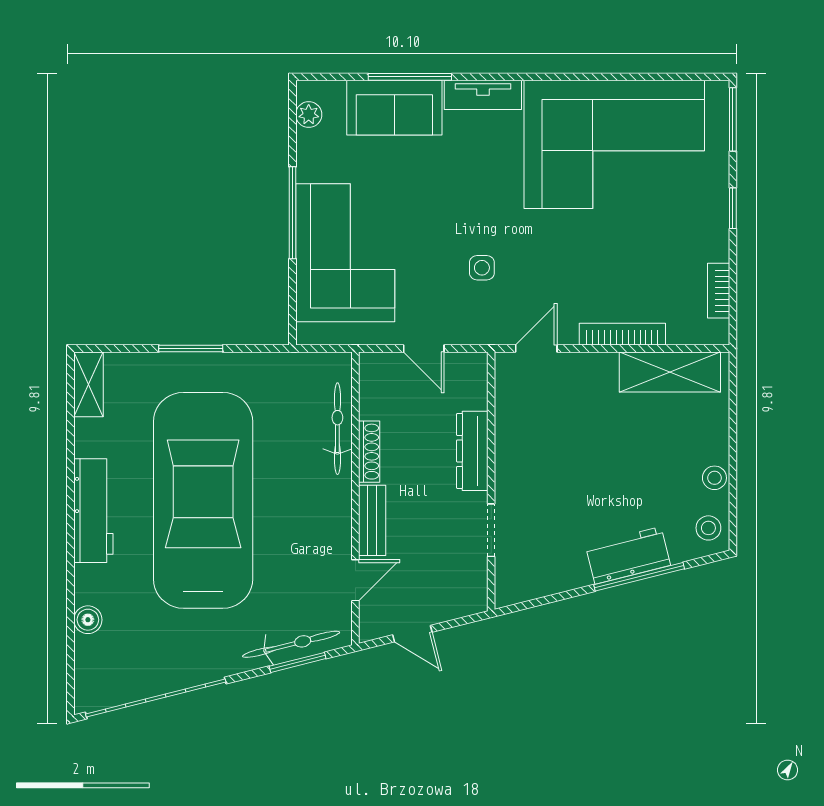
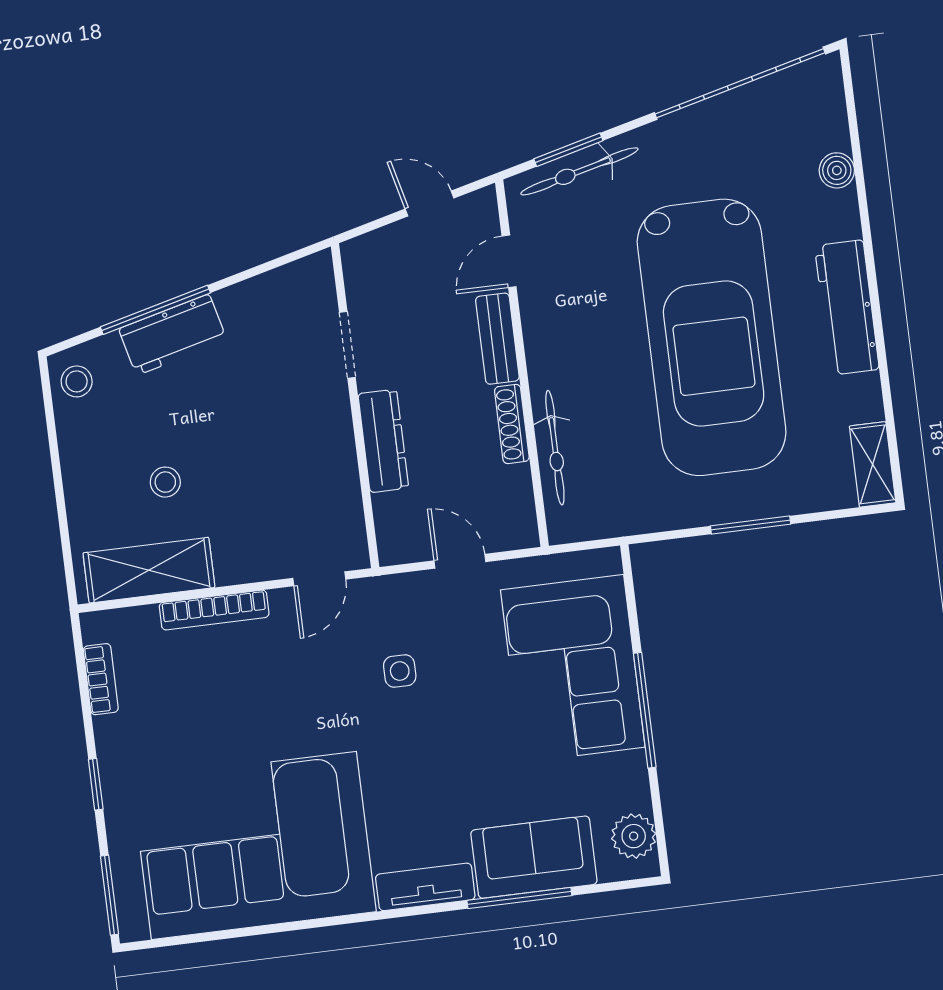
plant: (309, 115) -> (634, 836), width x1.38, depth x1.38
stool: (714, 478) -> (165, 482), moved

